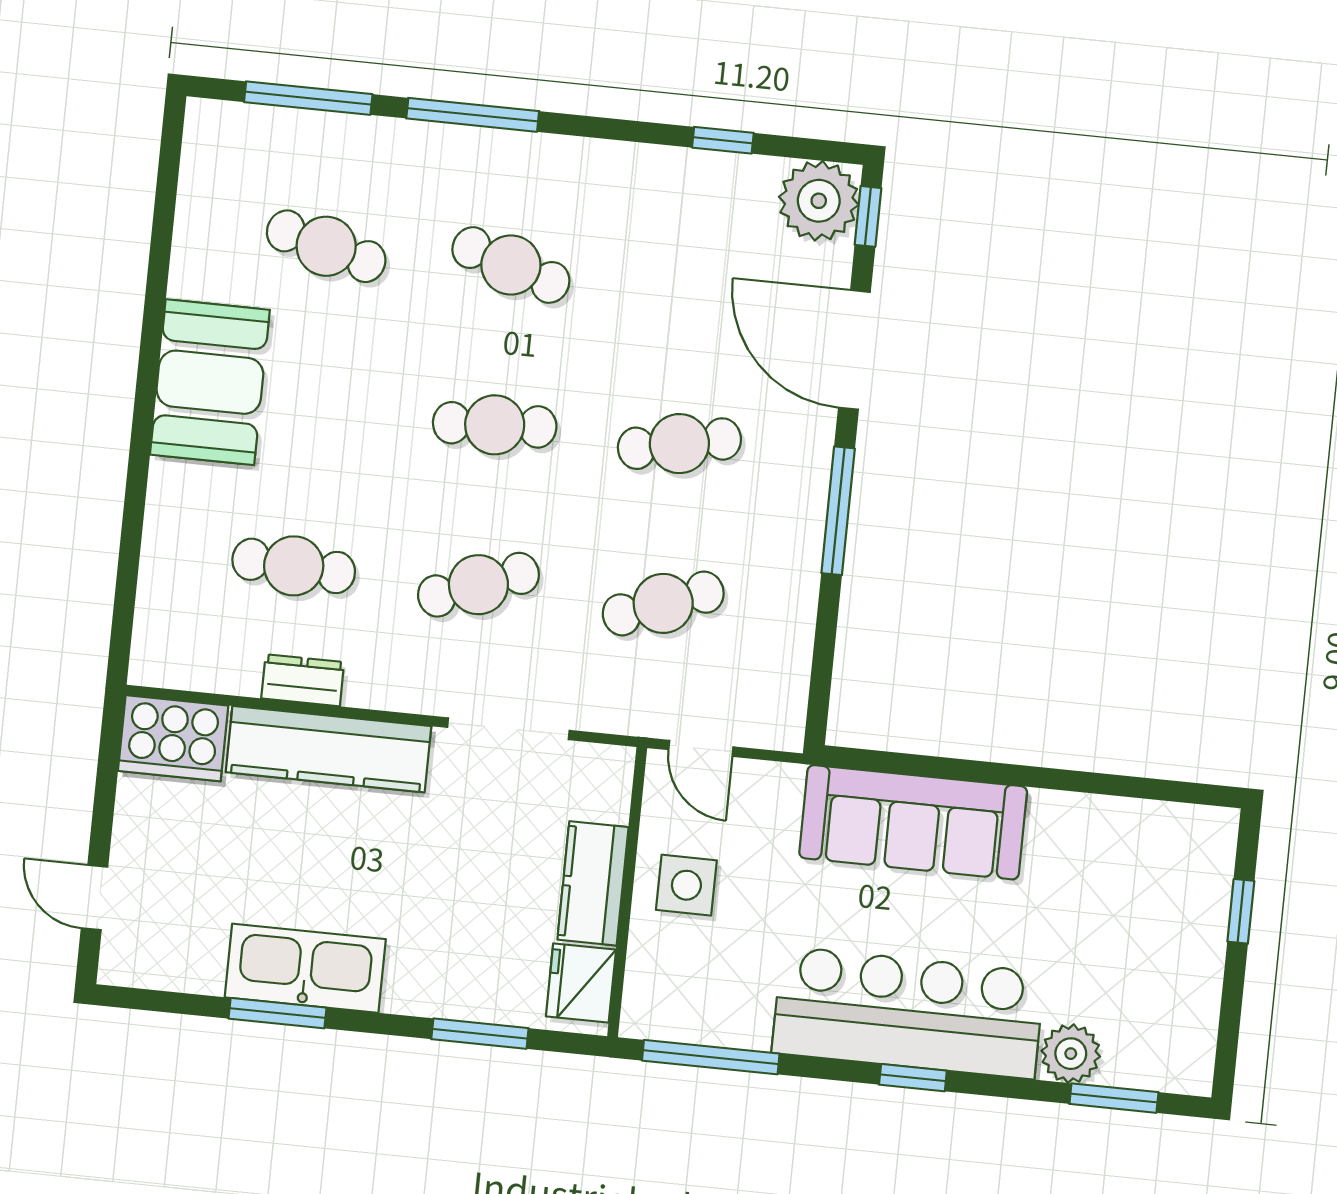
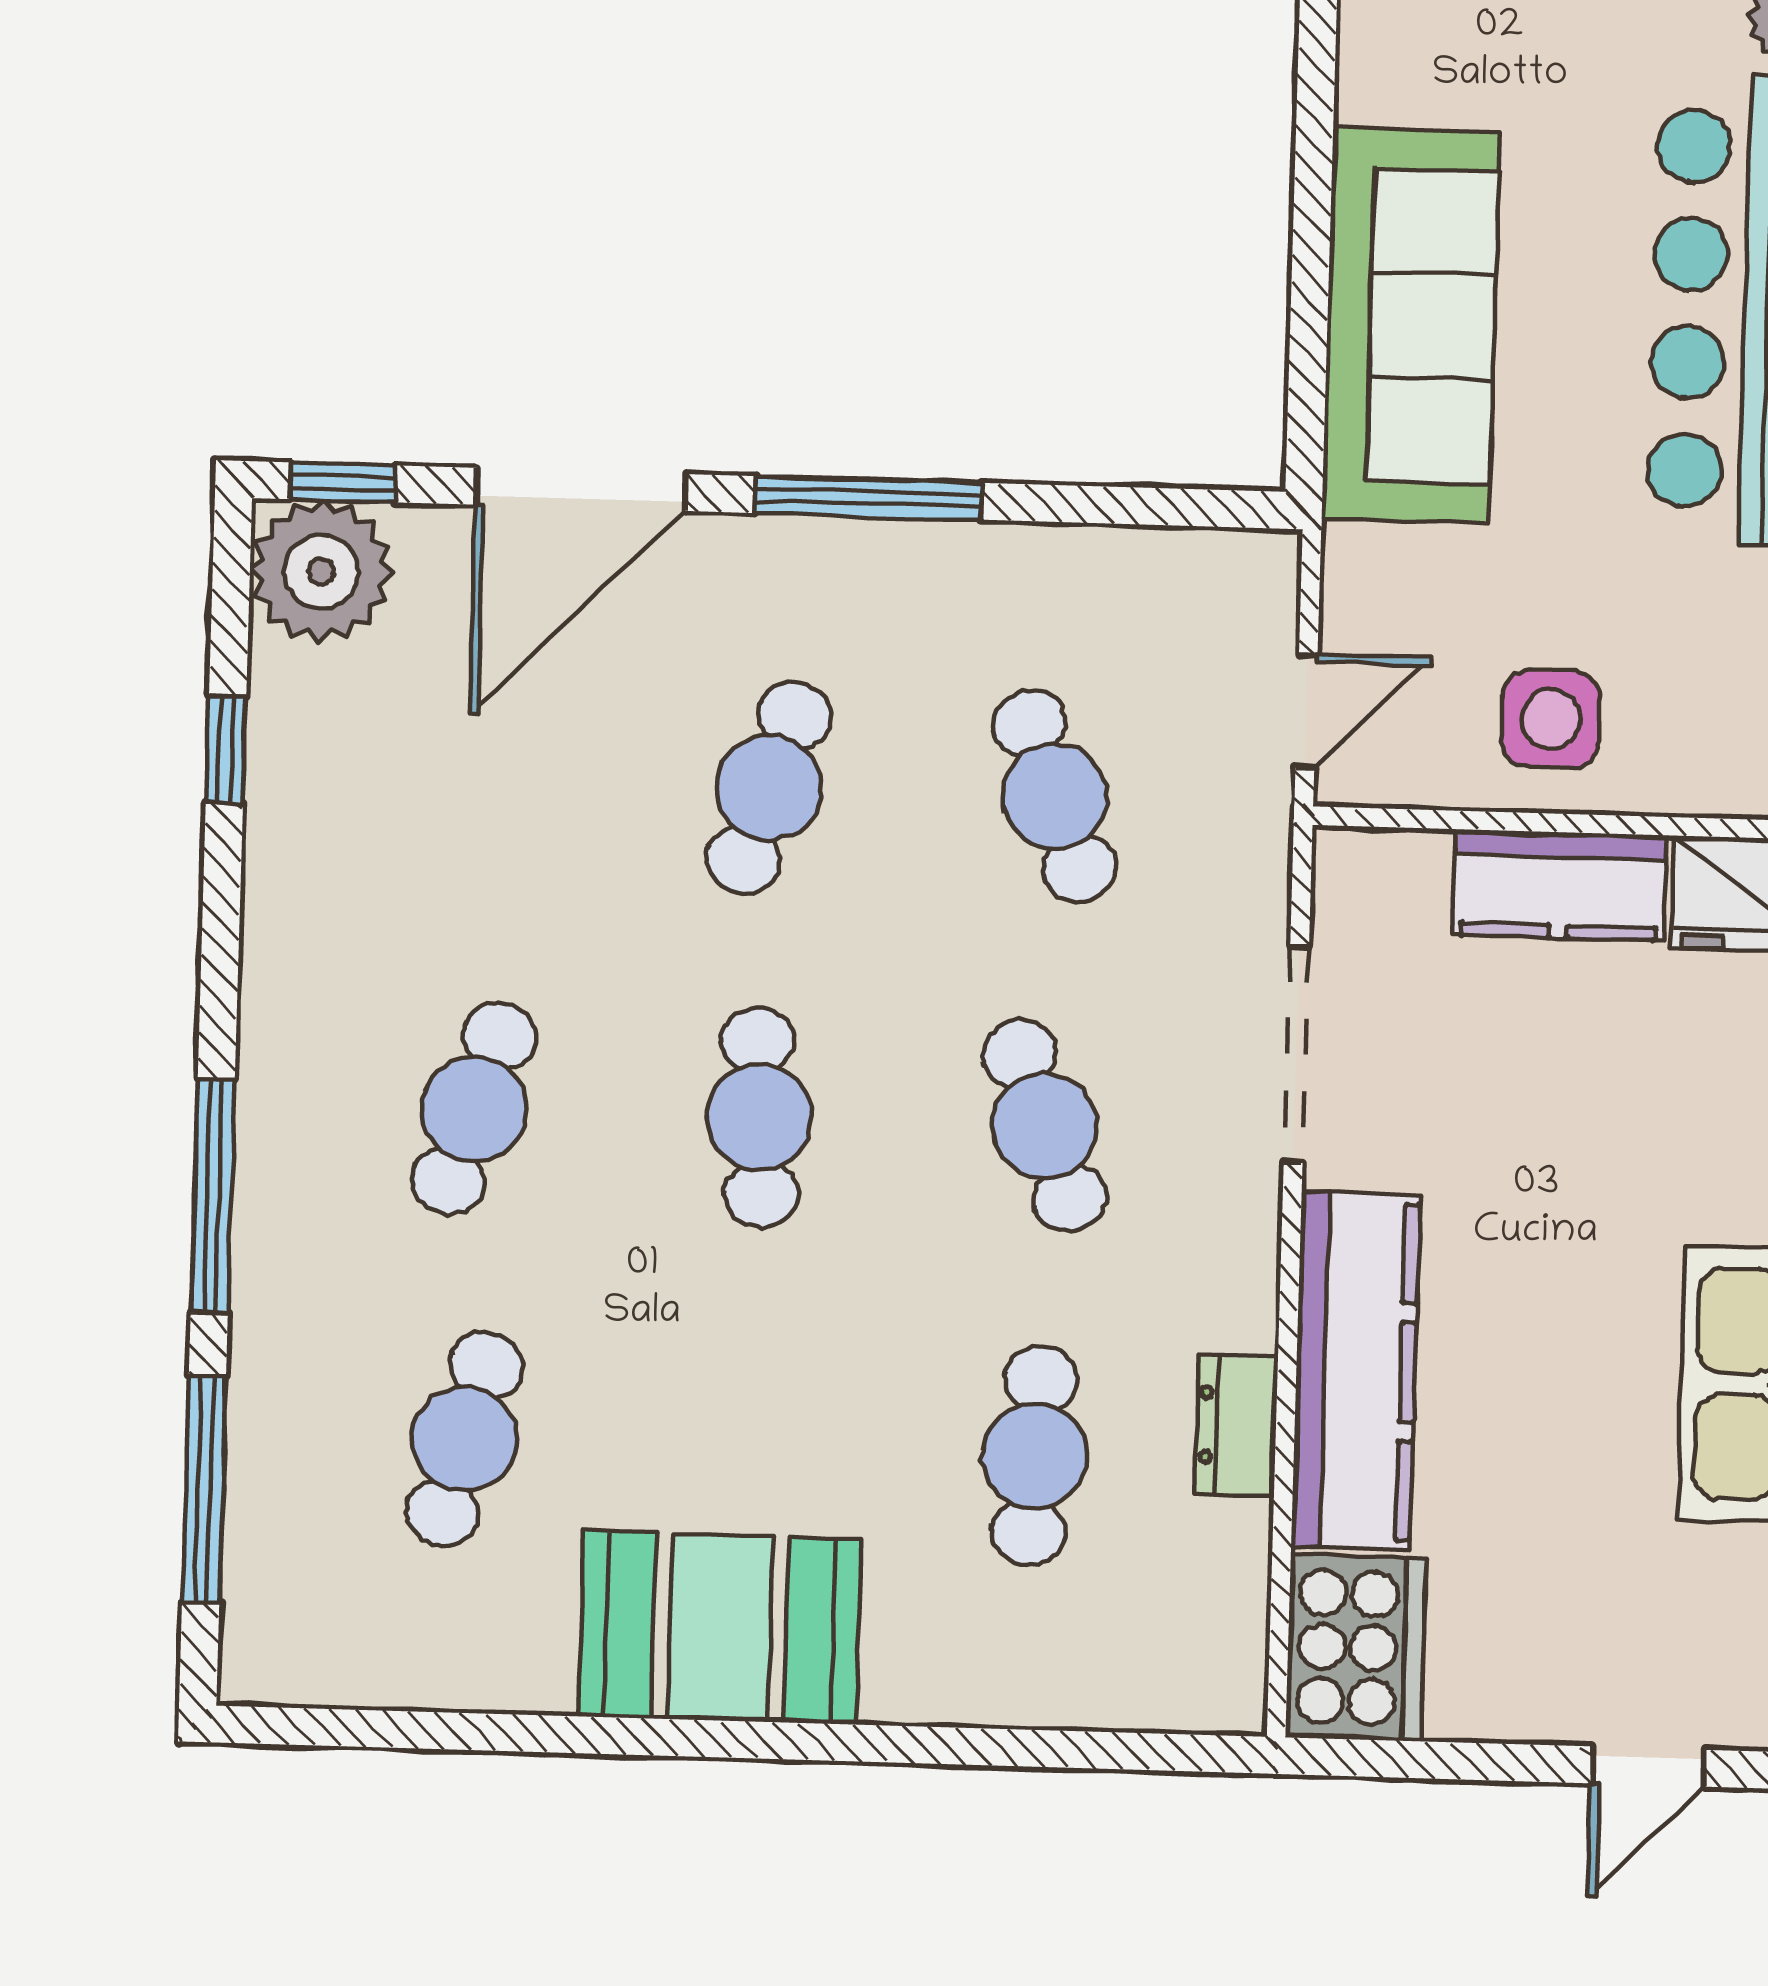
cafe table: (679, 444) -> (769, 788), turned 30

